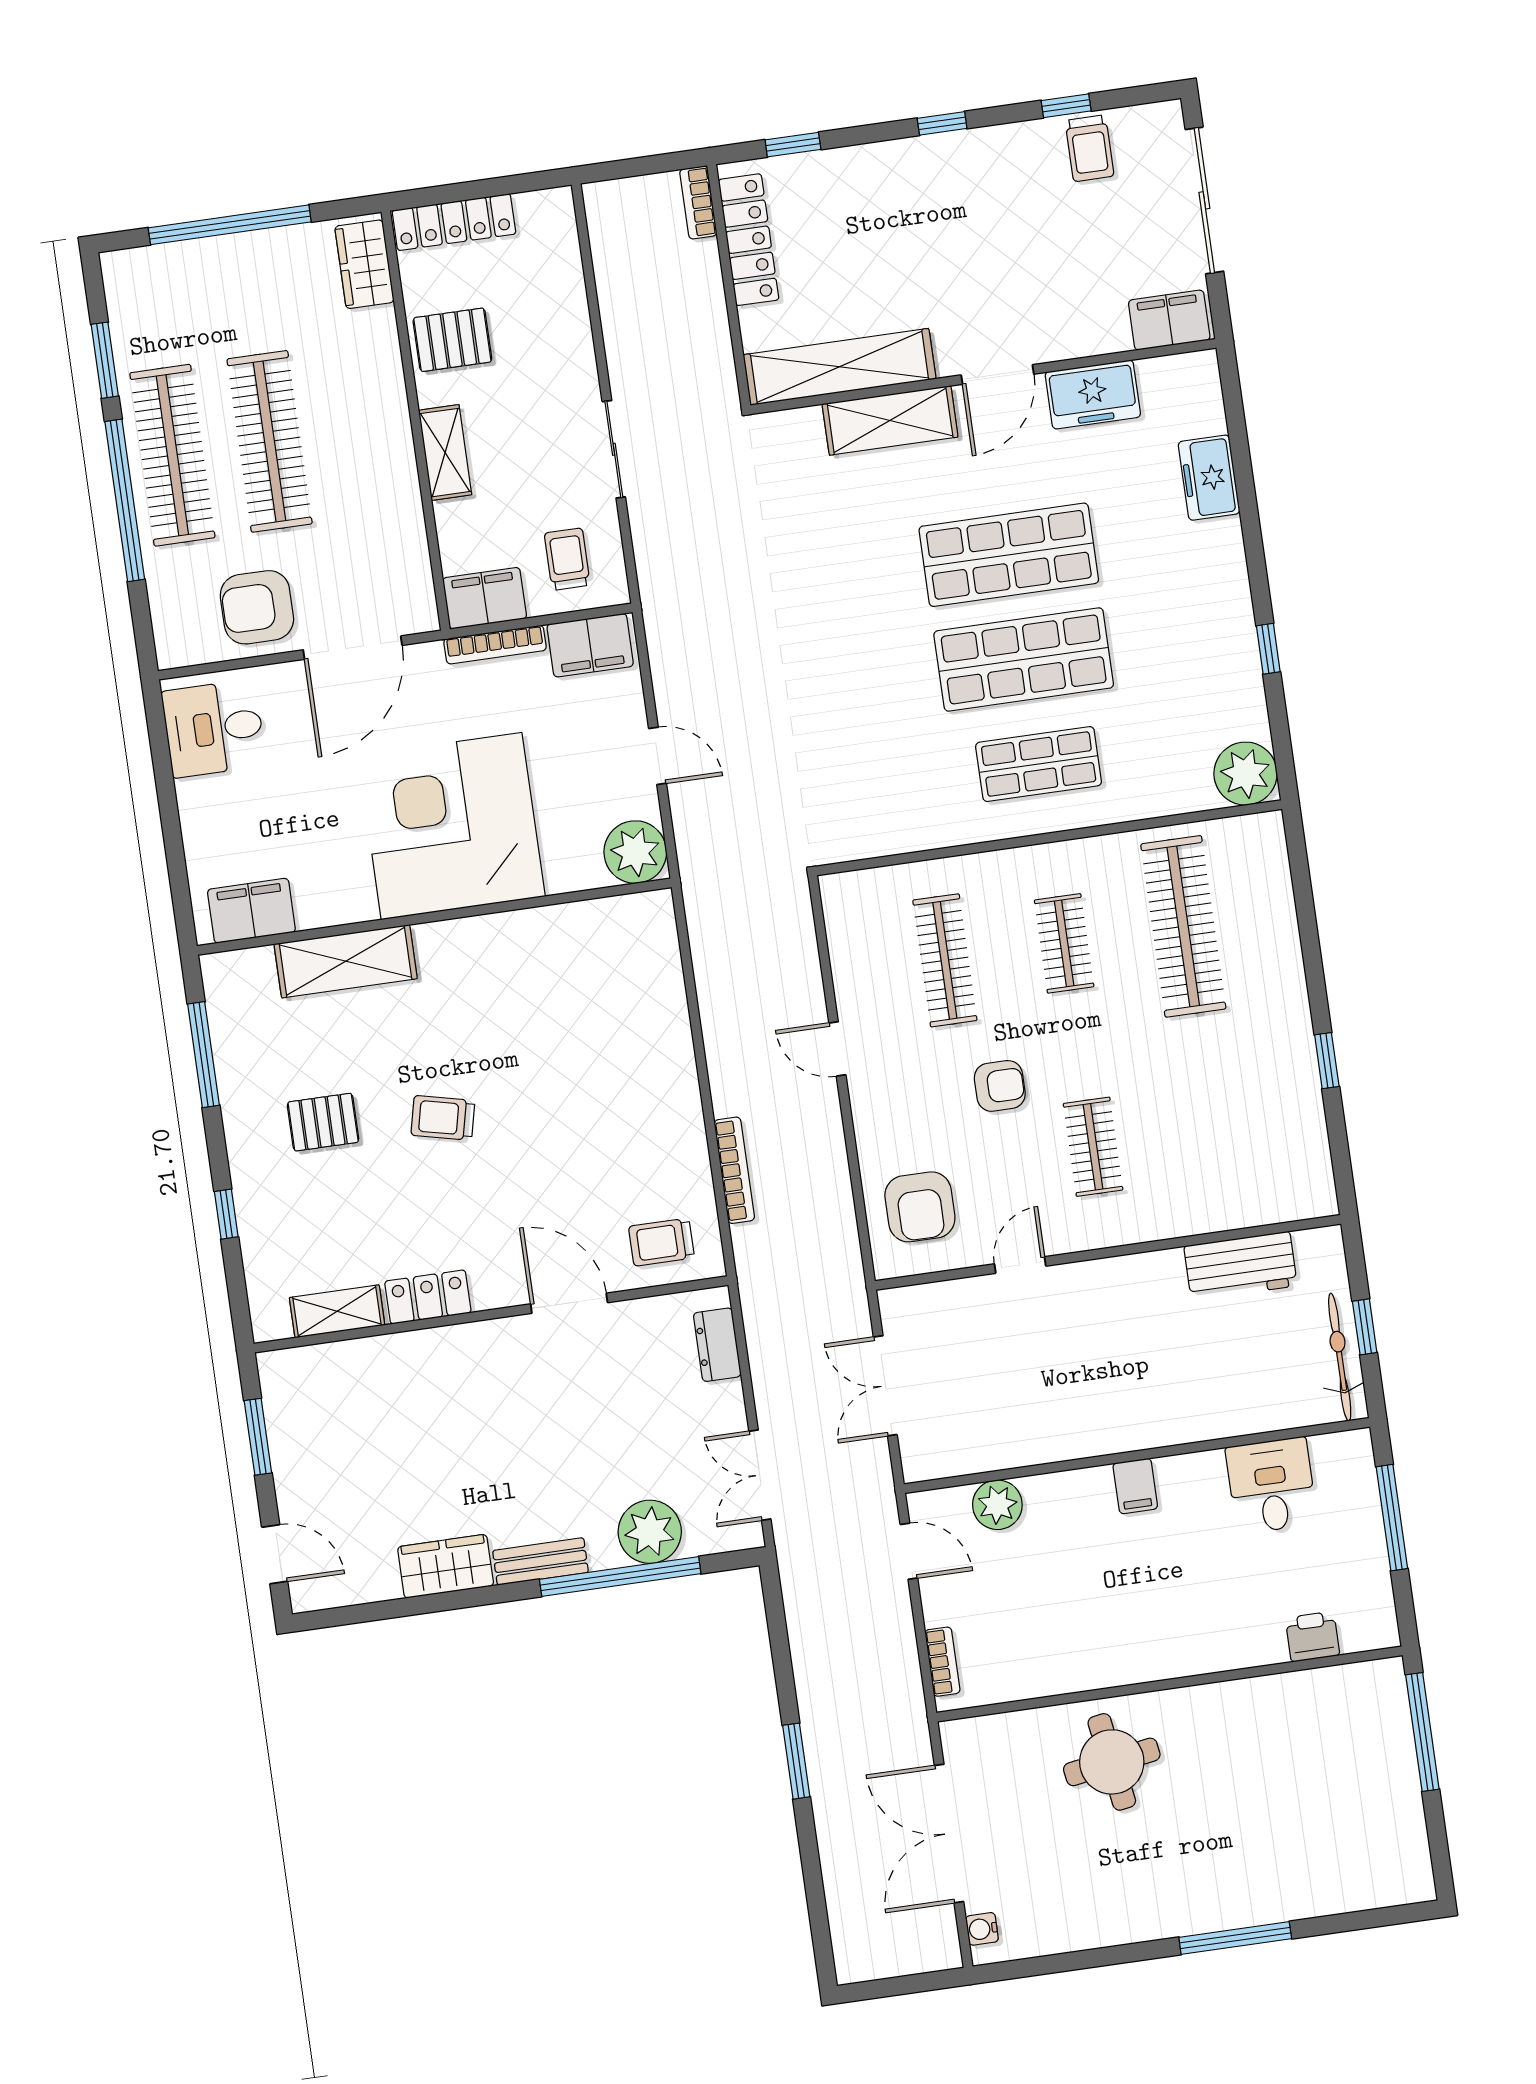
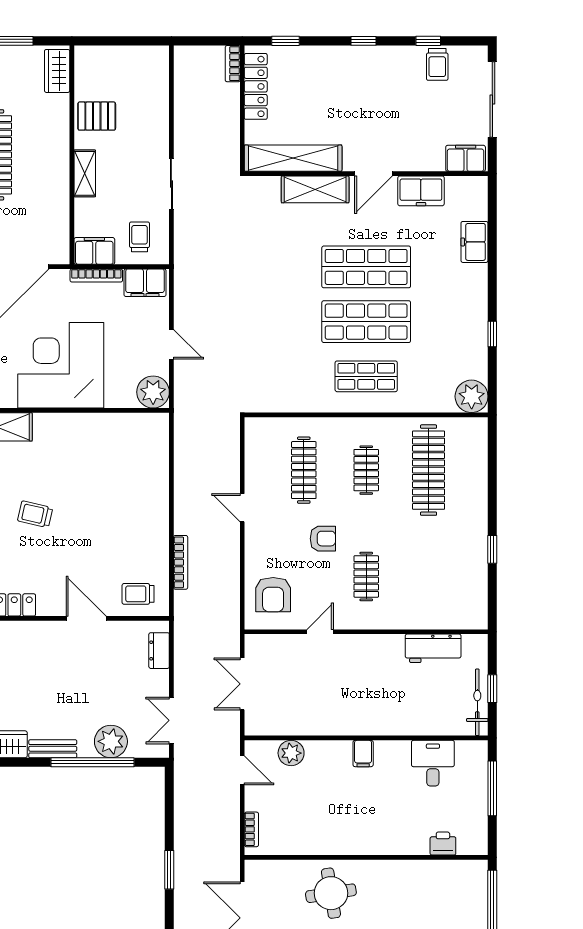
locker: (454, 222) -> (106, 56), removed

